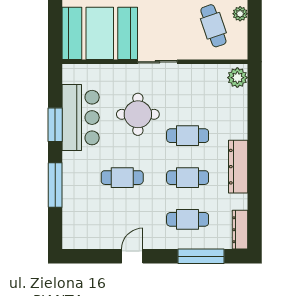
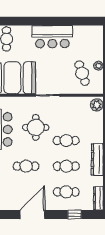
door: (132, 256) -> (32, 214), width x1.87
window: (201, 256) -> (74, 214), width x0.46

